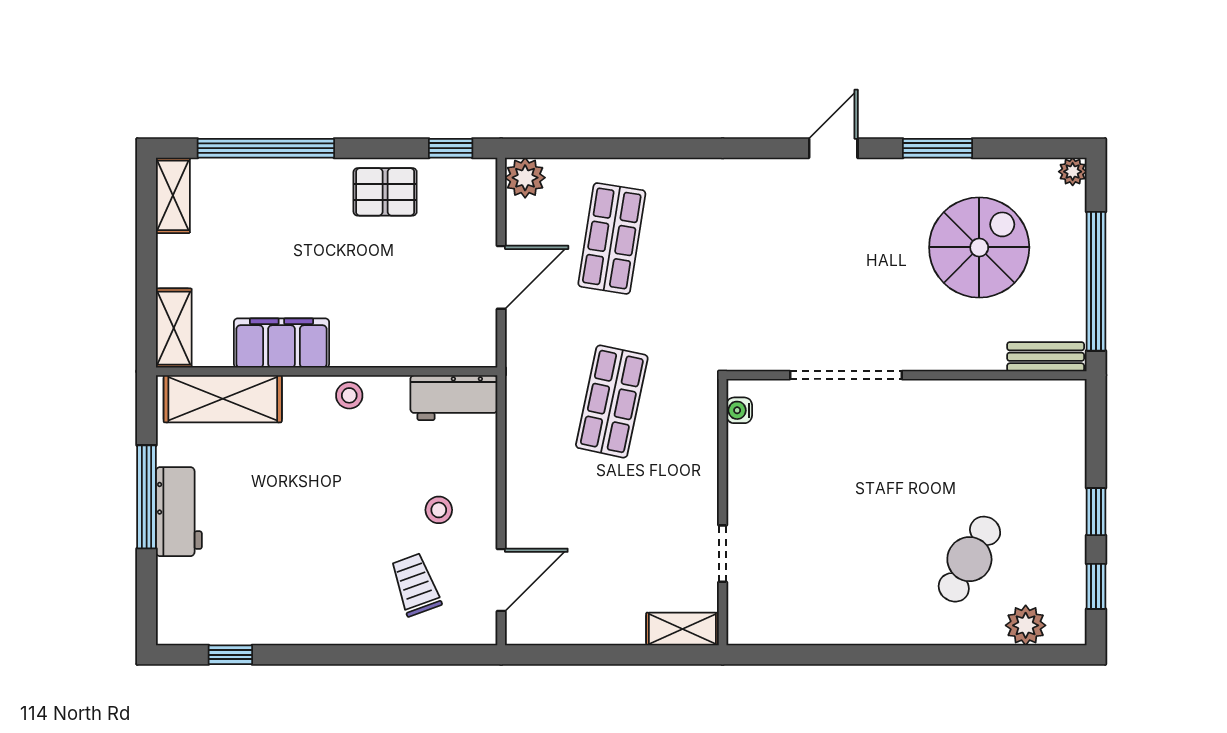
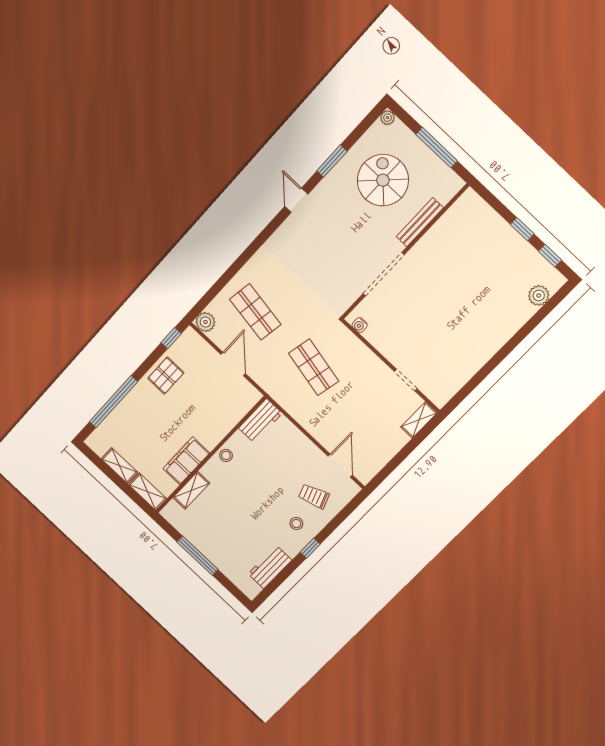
shelving: (173, 195) -> (119, 466), moved
window: (1096, 281) -> (437, 148), width x0.68
bench: (1046, 357) -> (420, 222), moved, width x1.36
shelving: (223, 399) -> (191, 490), width x0.67, depth x0.75
stool: (439, 510) -> (296, 524), moved
workbench: (179, 512) -> (270, 567), moved, turned -90
cafe table: (969, 559) -> (494, 293), removed
window: (230, 655) -> (310, 548), moved

